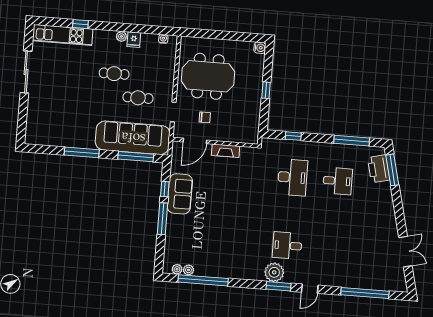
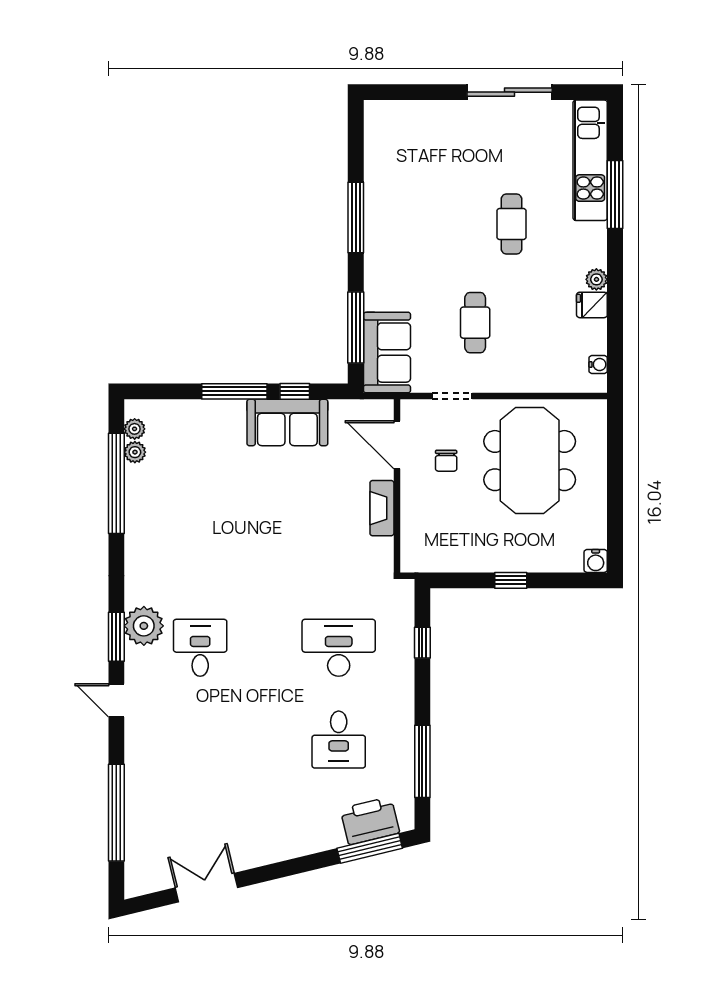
window: (80, 24) -> (615, 195), width x2.17
cafe table: (114, 74) -> (511, 224), moved
sofa: (133, 138) -> (387, 353), width x0.54, depth x0.79
desk: (293, 177) -> (339, 648), turned 180
double door: (405, 252) -> (206, 888), swing flipped

